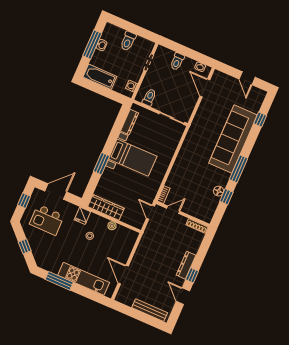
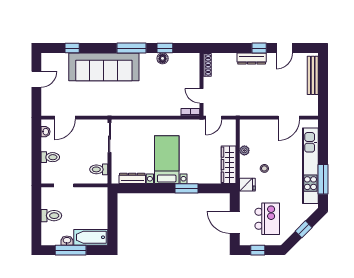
bathtub: (100, 77) -> (91, 237), moved, turned 90
washing machine: (132, 86) -> (95, 192), removed
kitchen unit: (84, 279) -> (310, 166), width x1.36

